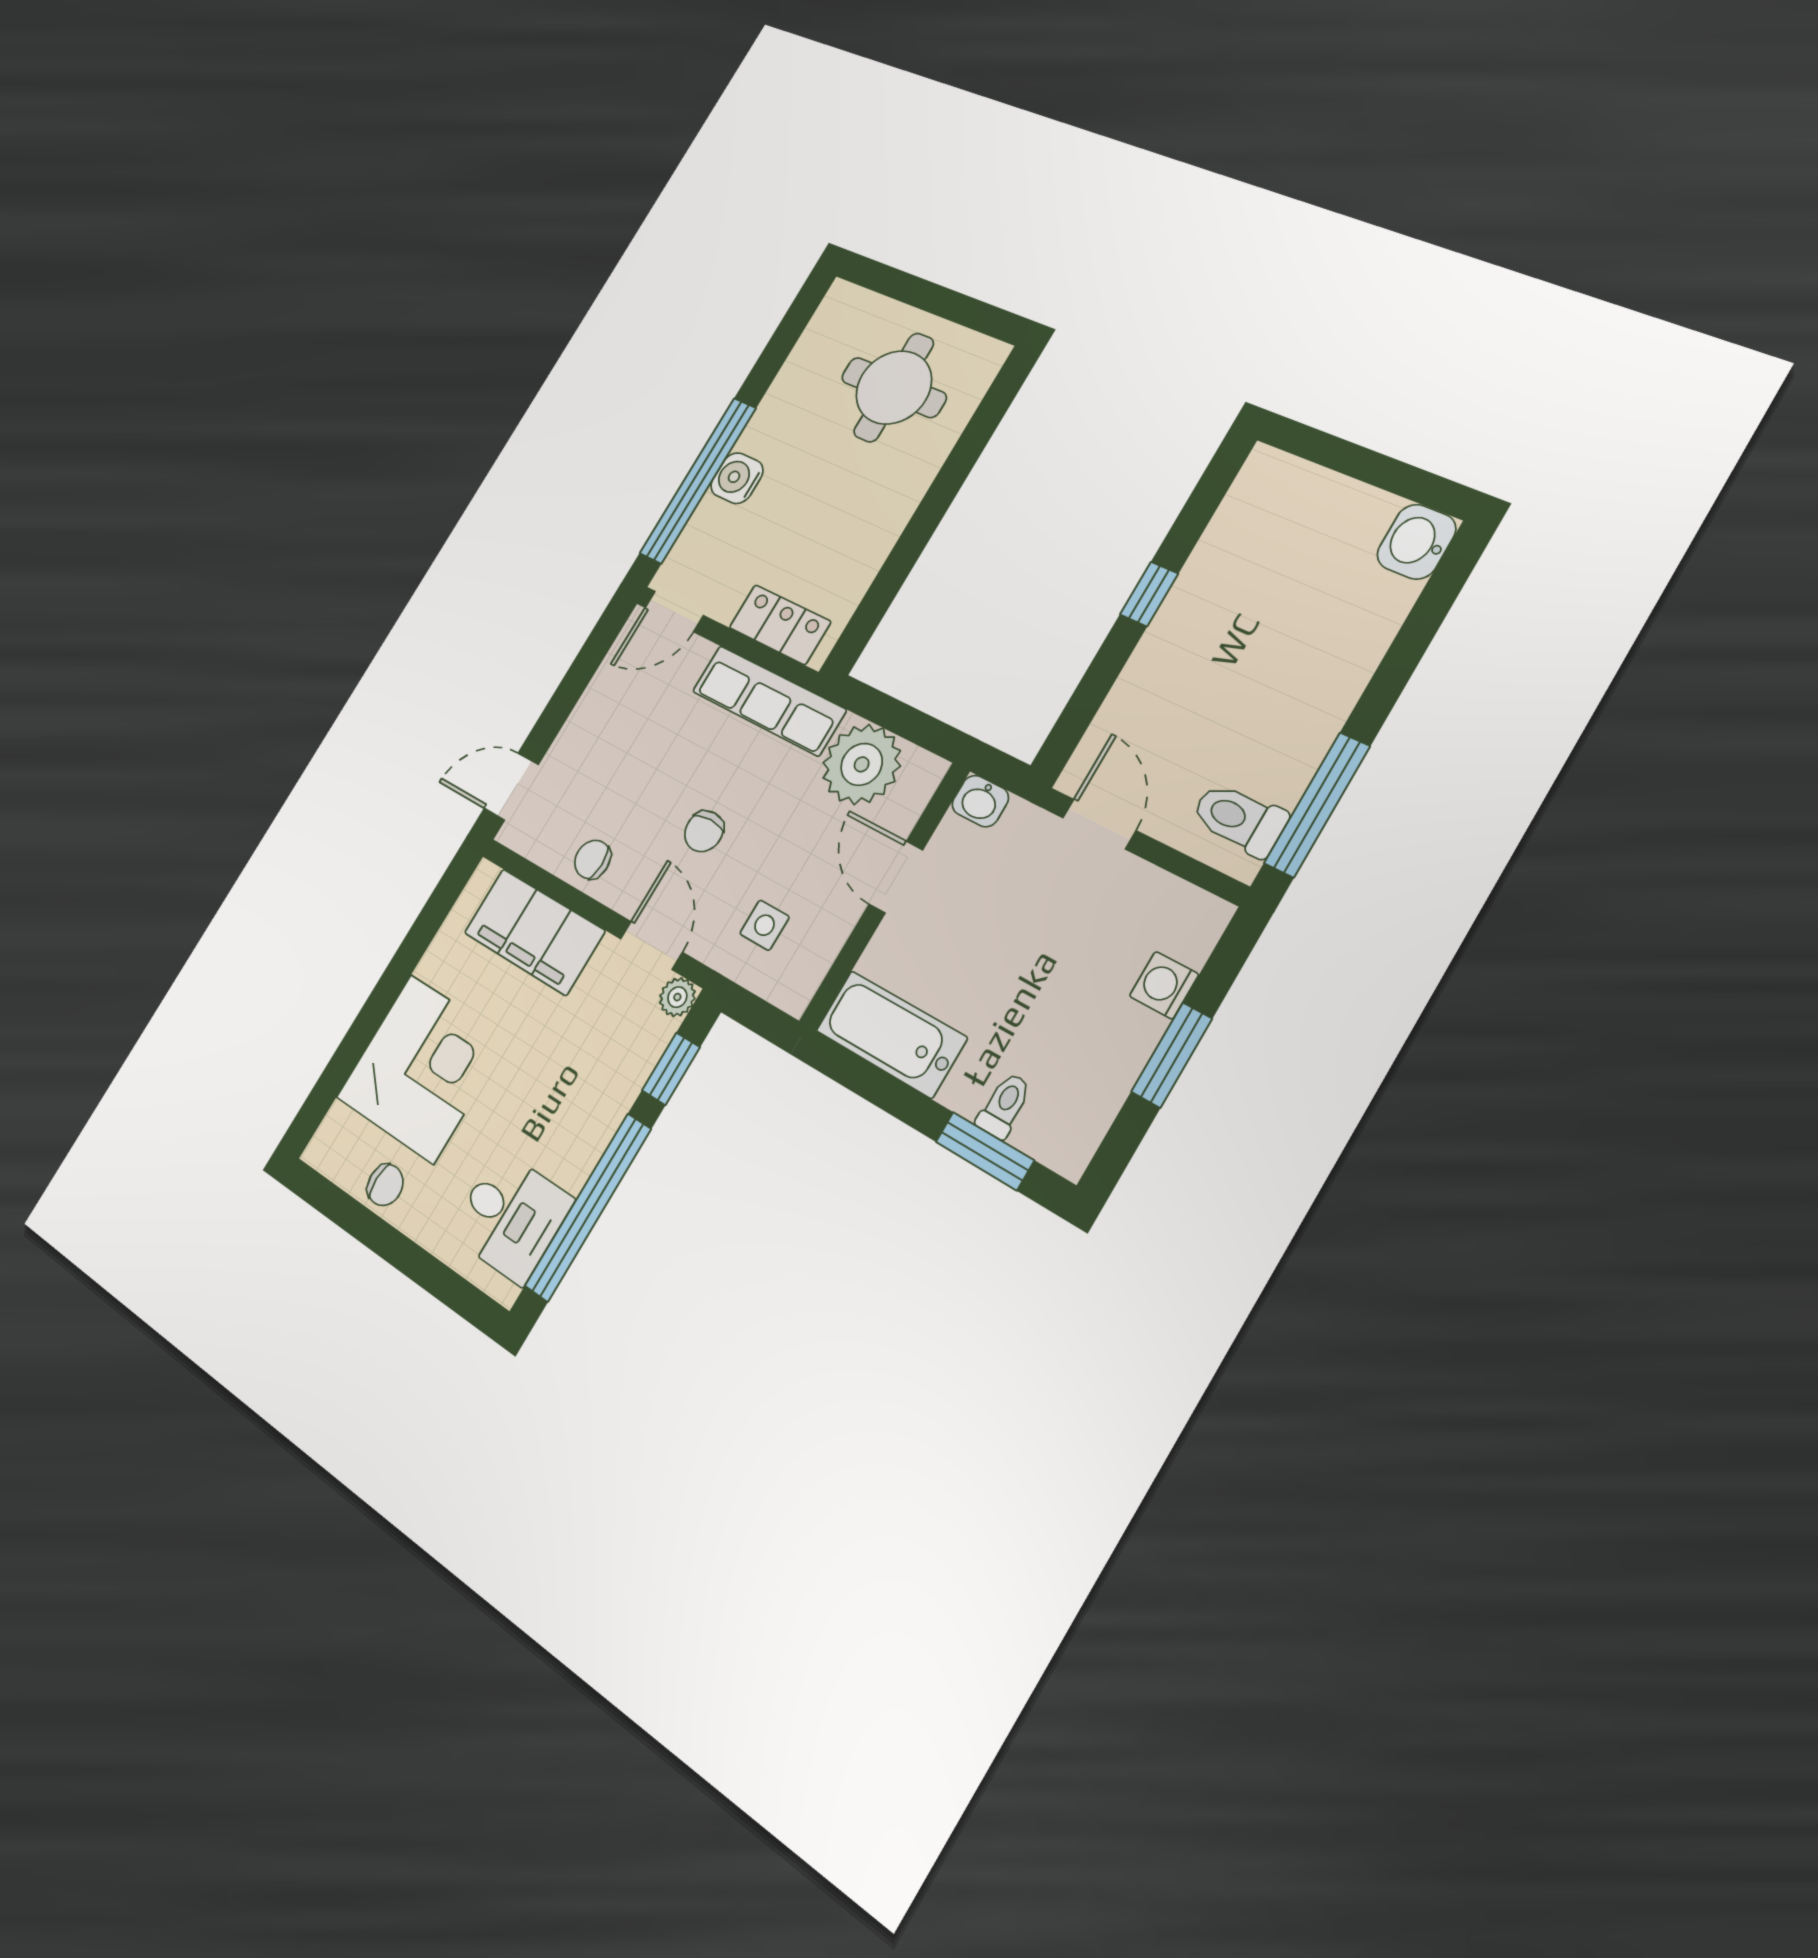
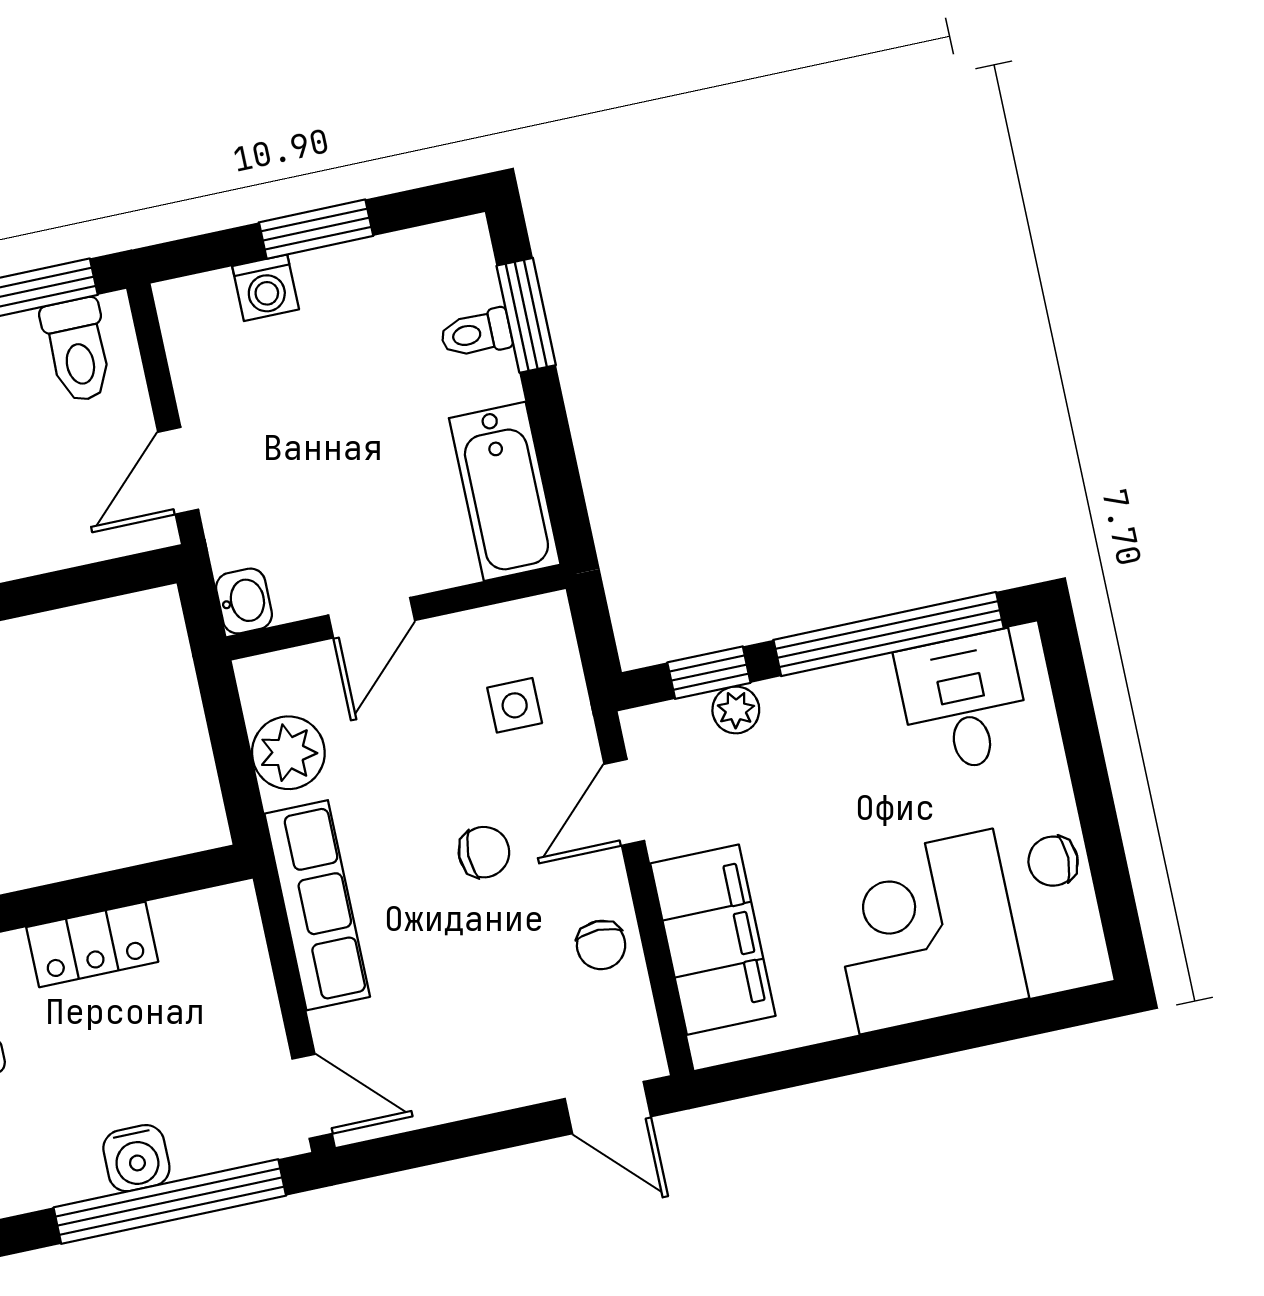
locker: (780, 625) -> (92, 944), moved, turned -90
plant: (862, 764) -> (288, 753), width x0.73, depth x0.73
plant: (677, 997) -> (736, 710), moved
chair: (385, 1185) -> (1053, 861), turned -90

